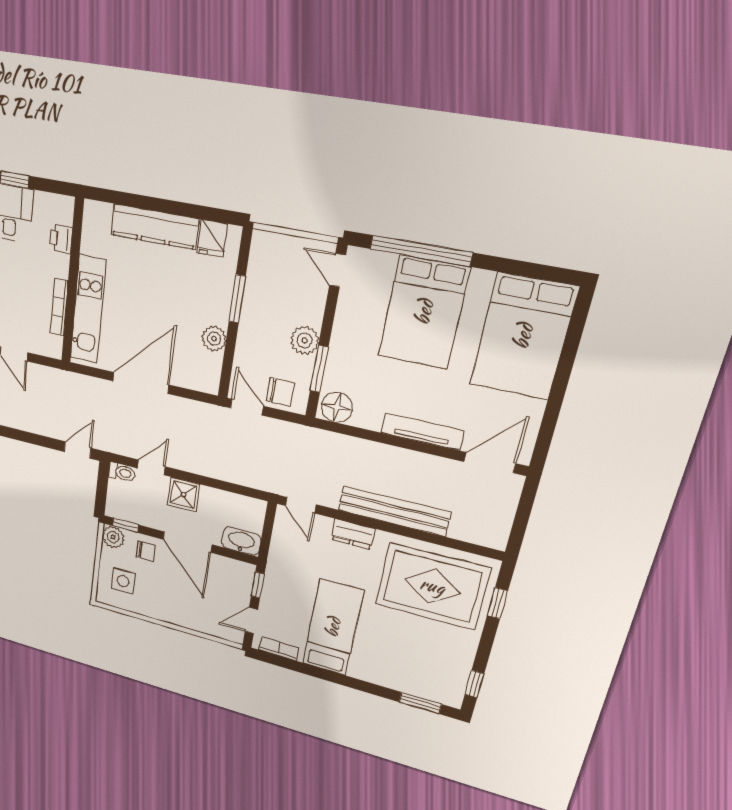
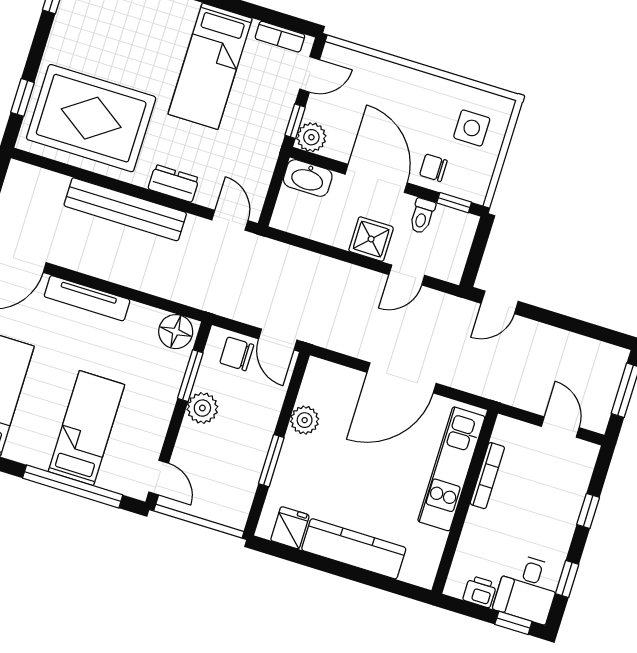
printer: (61, 239) -> (480, 592), moved, turned -90
bed: (424, 312) -> (86, 428), width x0.67
toilet: (122, 472) -> (422, 216), moved, turned -90
plant: (113, 537) -> (311, 137), moved

